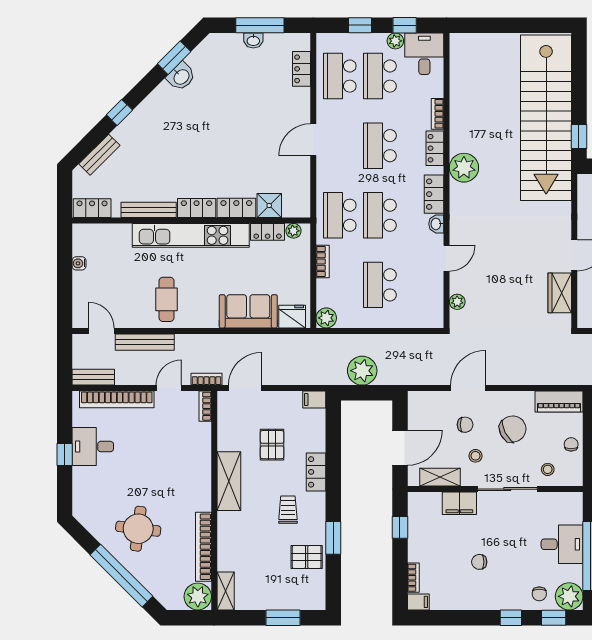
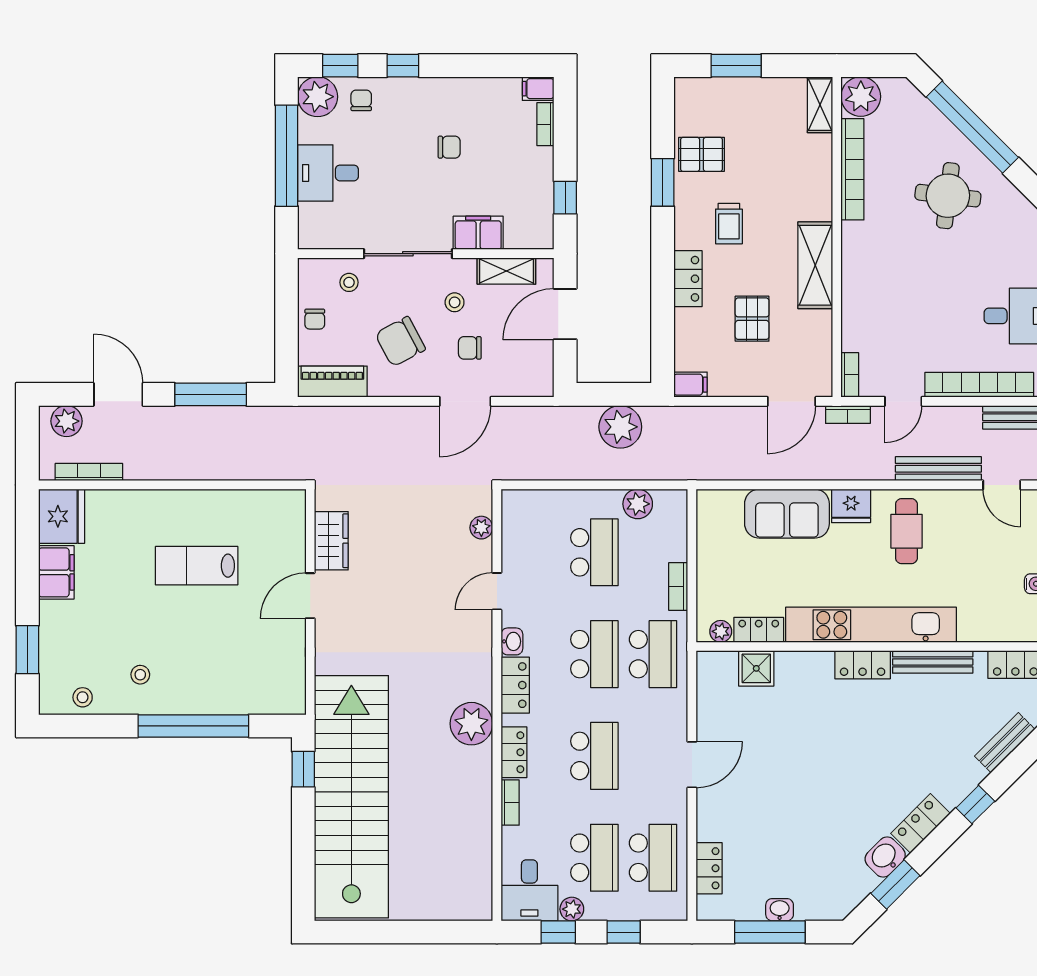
locker: (236, 208) -> (921, 823), moved, turned 135
fridge: (292, 317) -> (851, 506), moved
plant: (326, 318) -> (638, 504), moved

